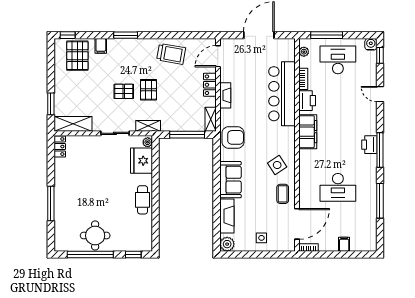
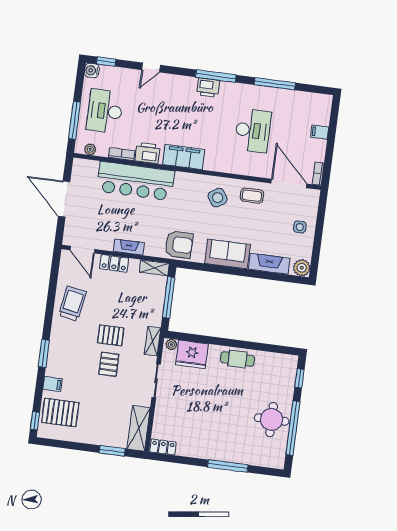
armchair: (233, 137) -> (179, 245), turned 90

